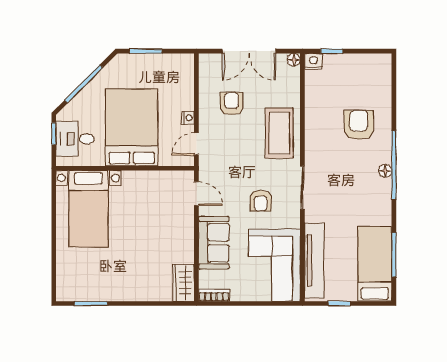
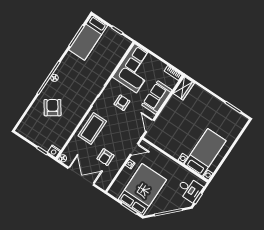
armchair: (359, 125) -> (52, 108), turned 146
bed: (132, 127) -> (142, 190), moved, turned 180
tv unit: (314, 261) -> (115, 58), removed

